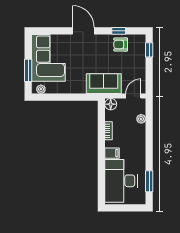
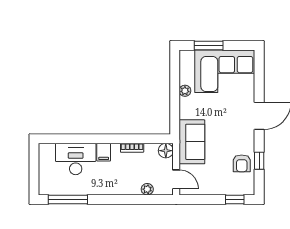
armchair: (121, 44) -> (242, 163), turned 180
plant: (41, 89) -> (185, 91), moved
desk: (121, 181) -> (76, 159), width x0.73, depth x0.77
window: (149, 181) -> (68, 200), width x1.44

